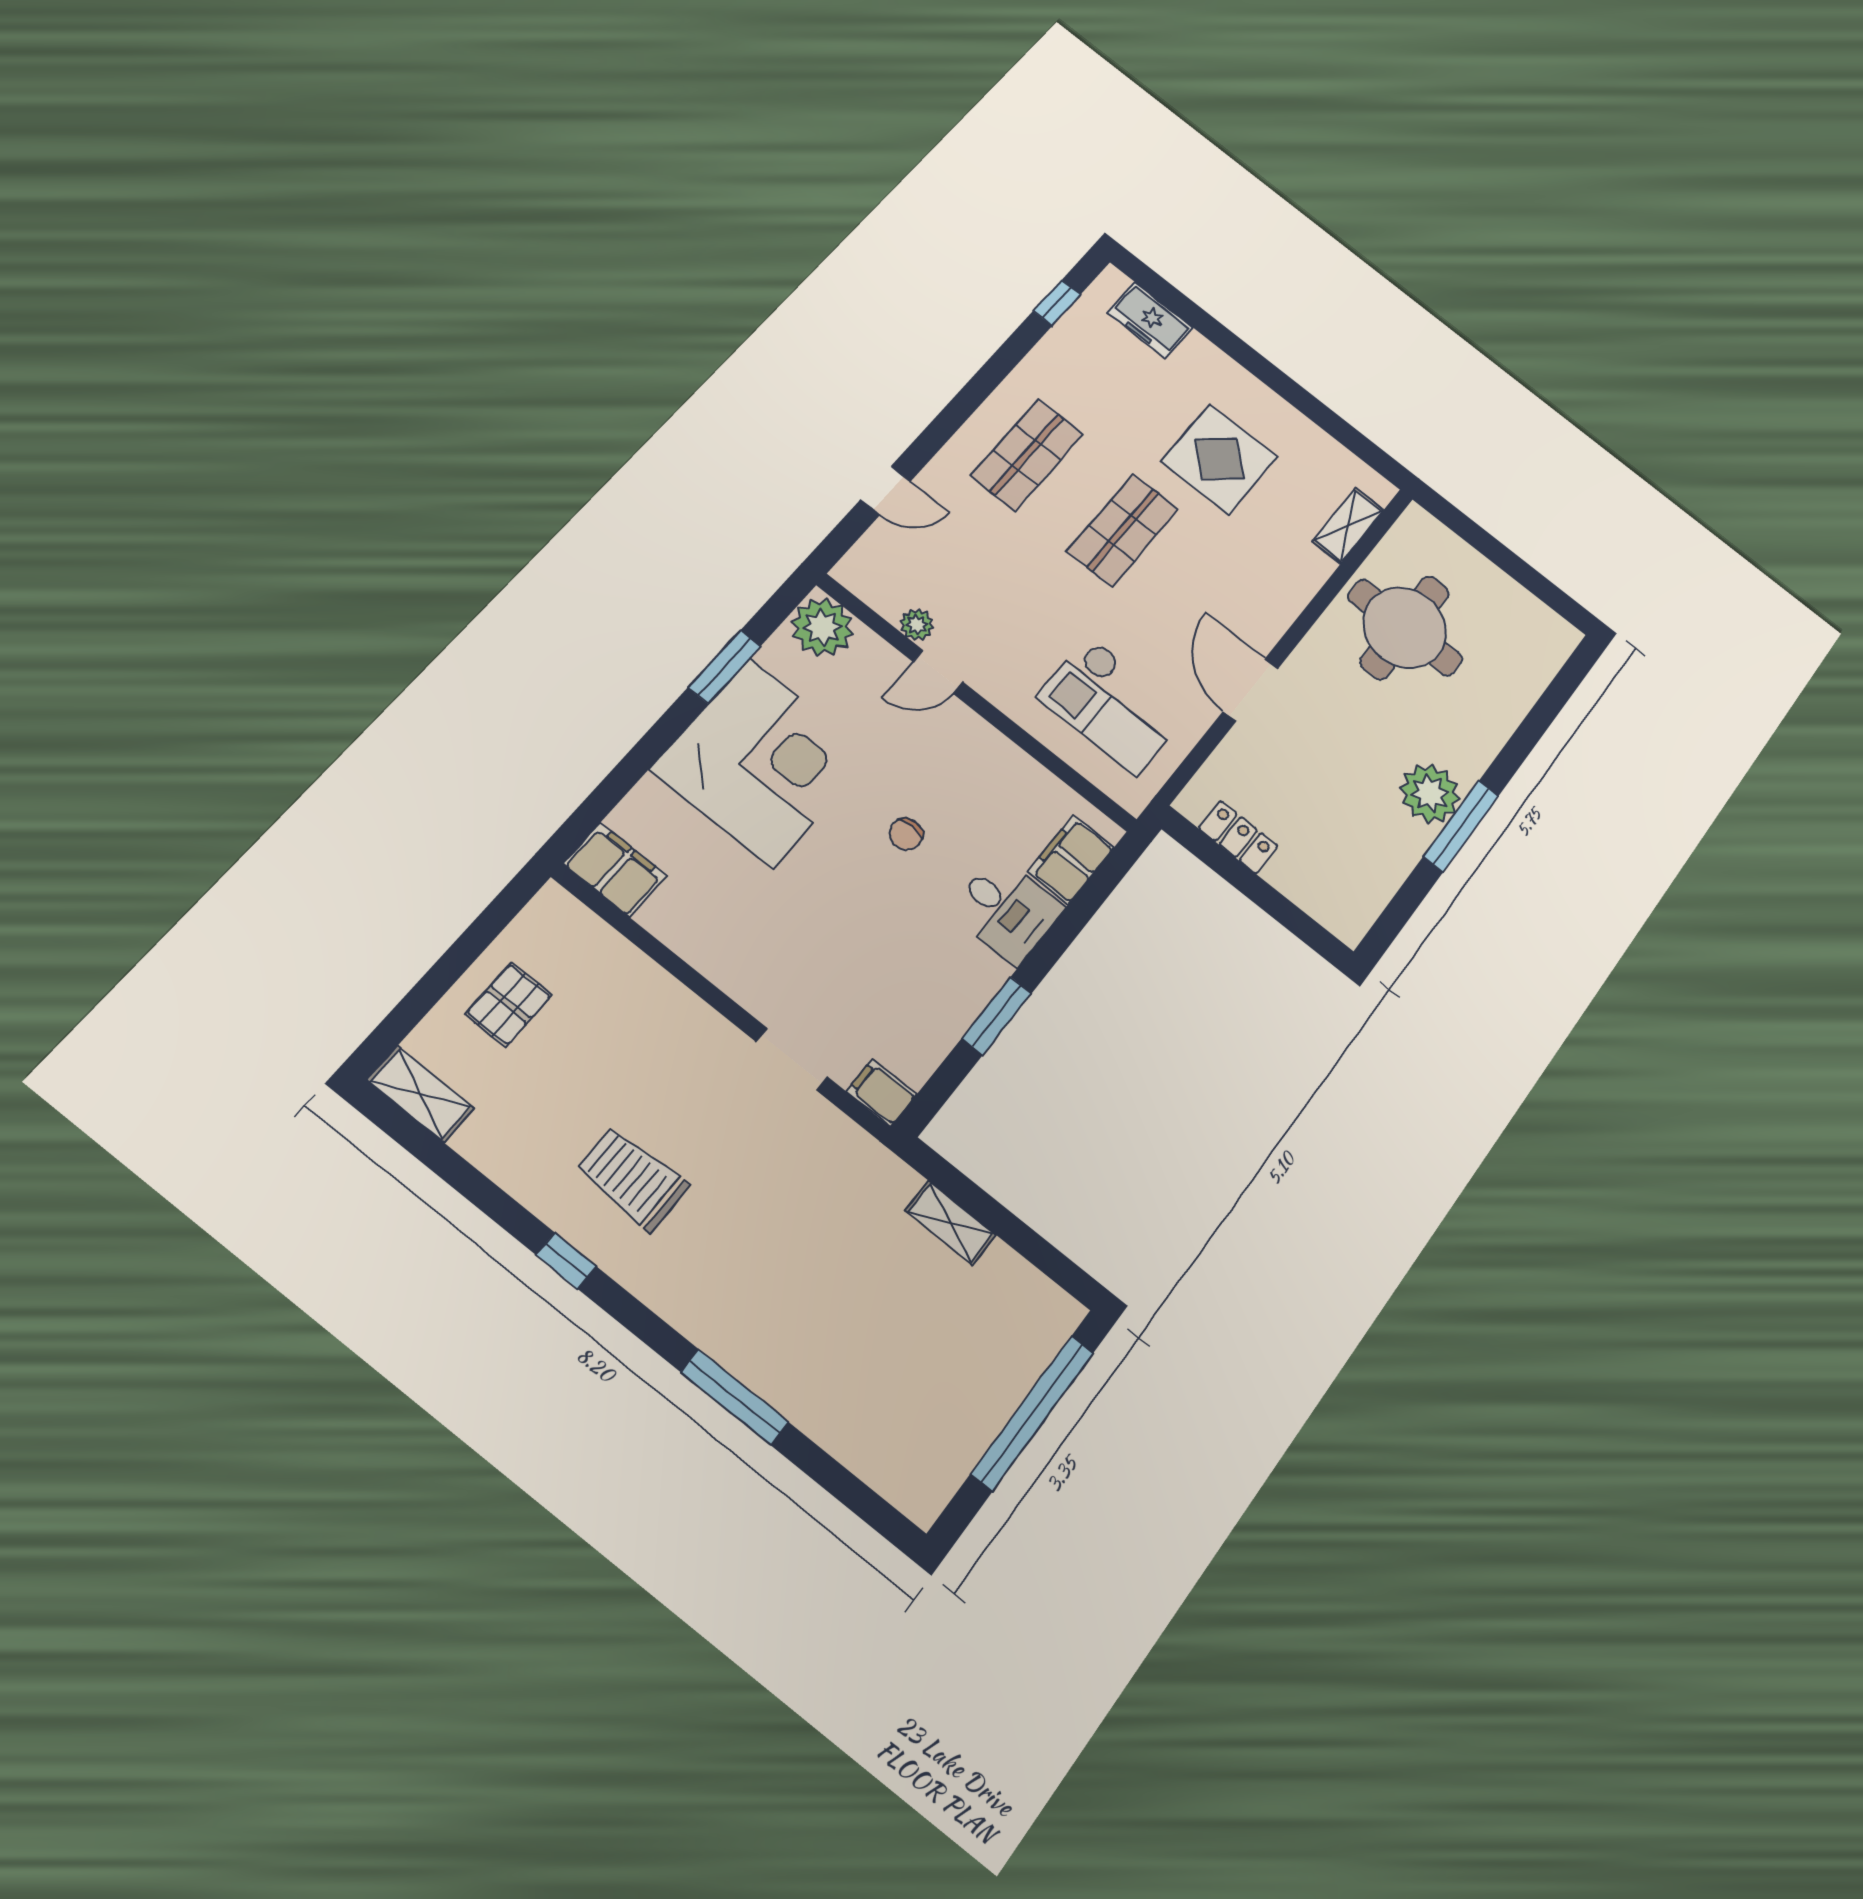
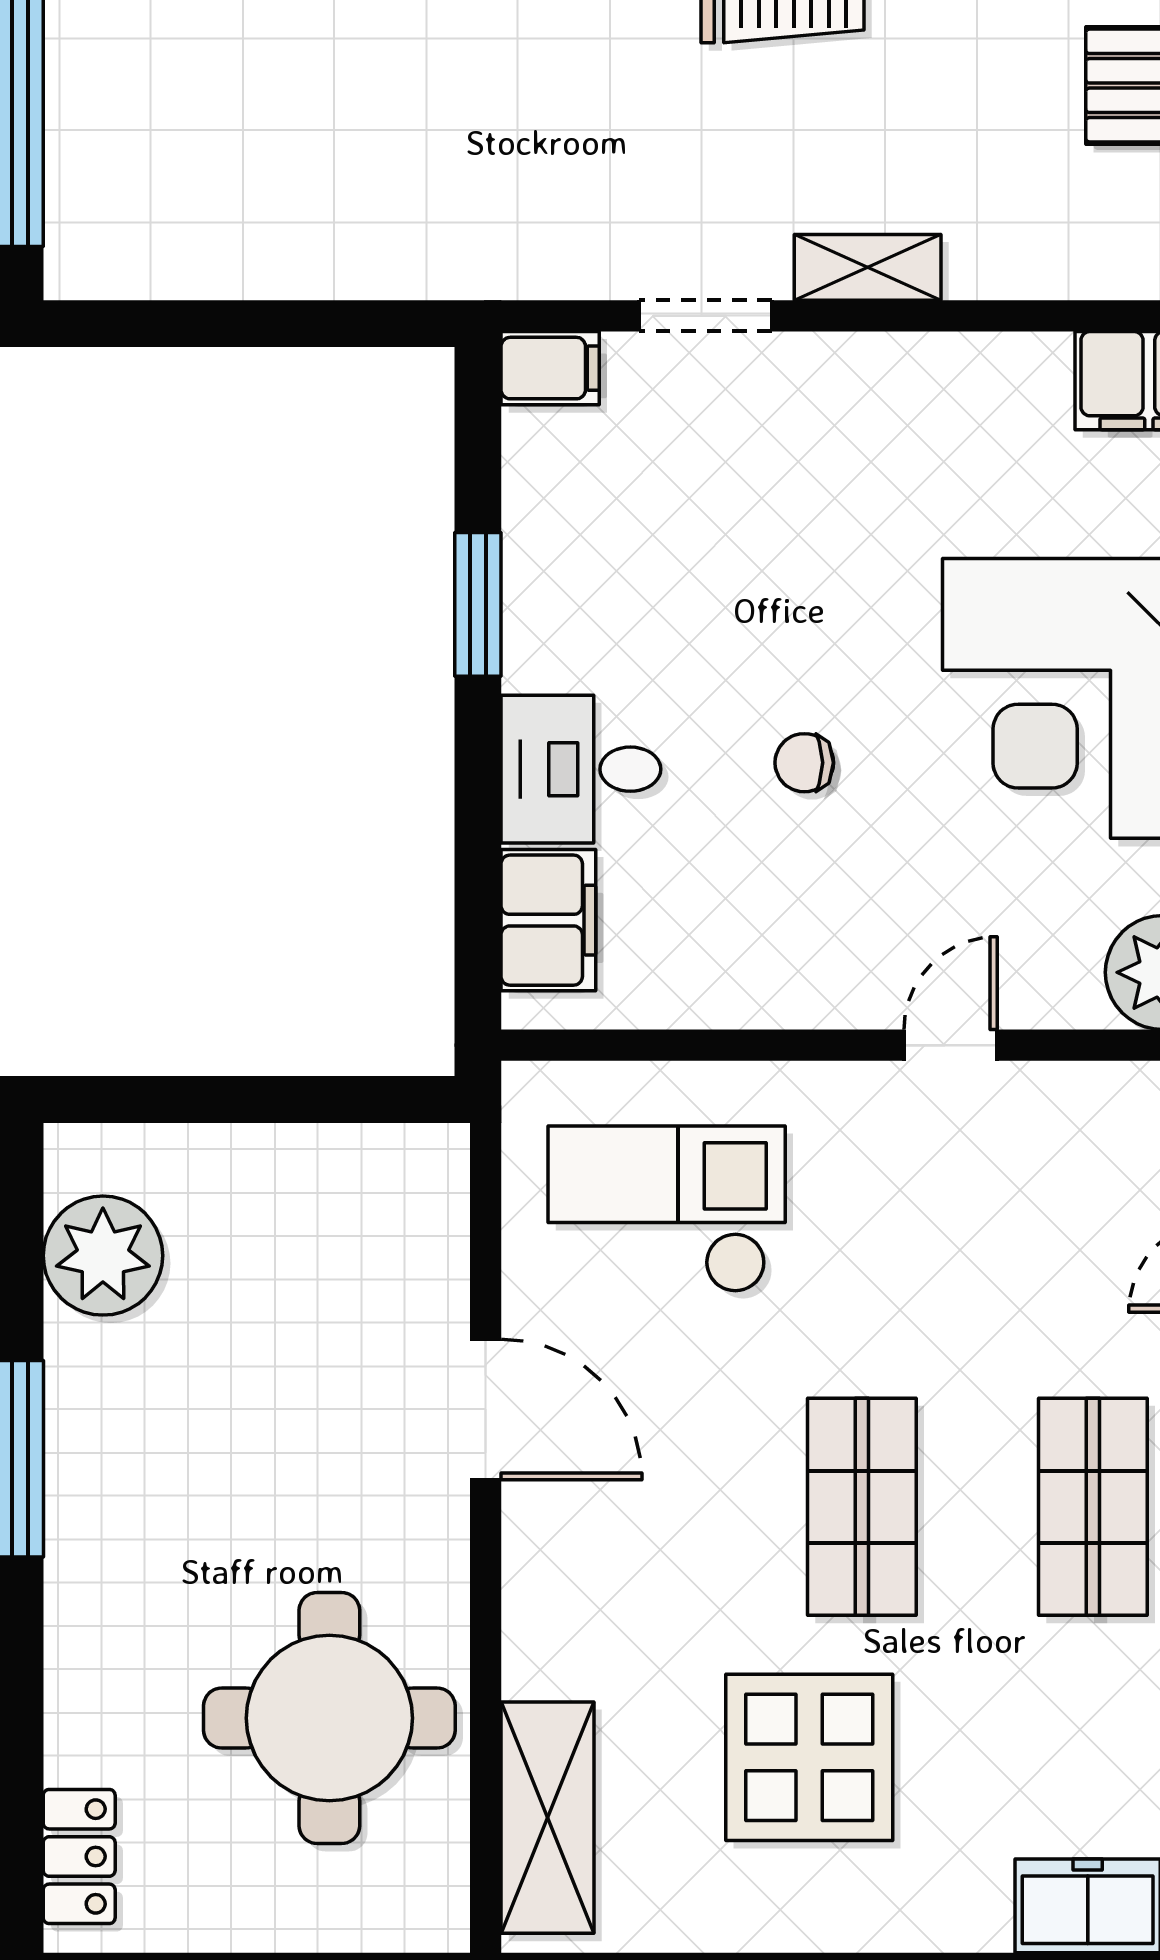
shelving: (1348, 526) -> (547, 1818), width x1.50, depth x1.33
plant: (917, 625) -> (1037, 1092), removed
plant: (1430, 793) -> (103, 1256), moved
chair: (906, 834) -> (804, 763), turned -90
locker: (1238, 837) -> (79, 1856), moved, turned -90
shelving: (950, 1223) -> (868, 267), moved

